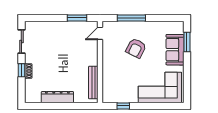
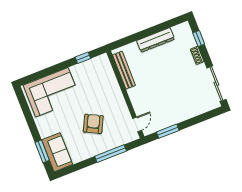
sliding door: (21, 41) -> (216, 84), width x1.37
sofa: (175, 50) -> (57, 152), moved
window: (21, 70) -> (199, 39), moved

